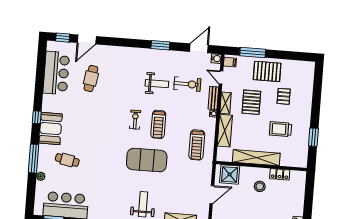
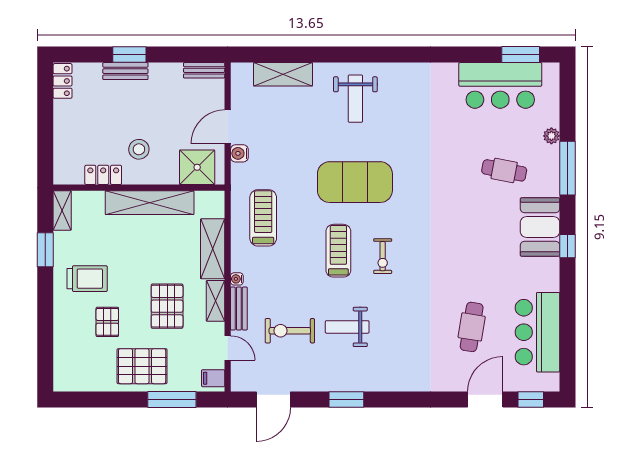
water cooler: (216, 59) -> (239, 153), moved
trolley: (280, 129) -> (87, 279), moved
shelving: (303, 157) -> (62, 210), added

